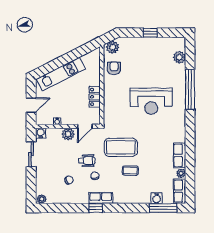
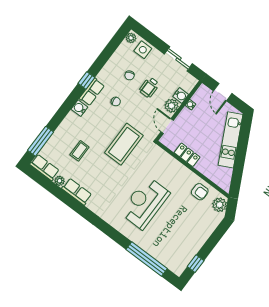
window: (150, 33) -> (196, 264), moved
plant: (179, 57) -> (165, 258), removed
window: (190, 89) -> (147, 259), moved
water cooler: (41, 133) -> (181, 95), moved
wheelchair: (87, 161) -> (149, 87), moved
coffee table: (130, 171) -> (79, 151), moved
side table: (44, 184) -> (143, 50), added
water cooler: (156, 198) -> (79, 108), moved

